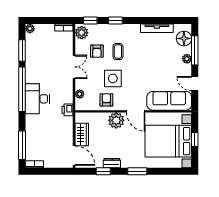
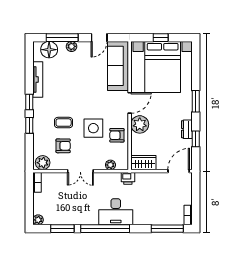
window: (90, 21) -> (29, 102), moved
double door: (74, 67) -> (80, 171), swing flipped
wardrobe: (82, 134) -> (143, 163), moved

